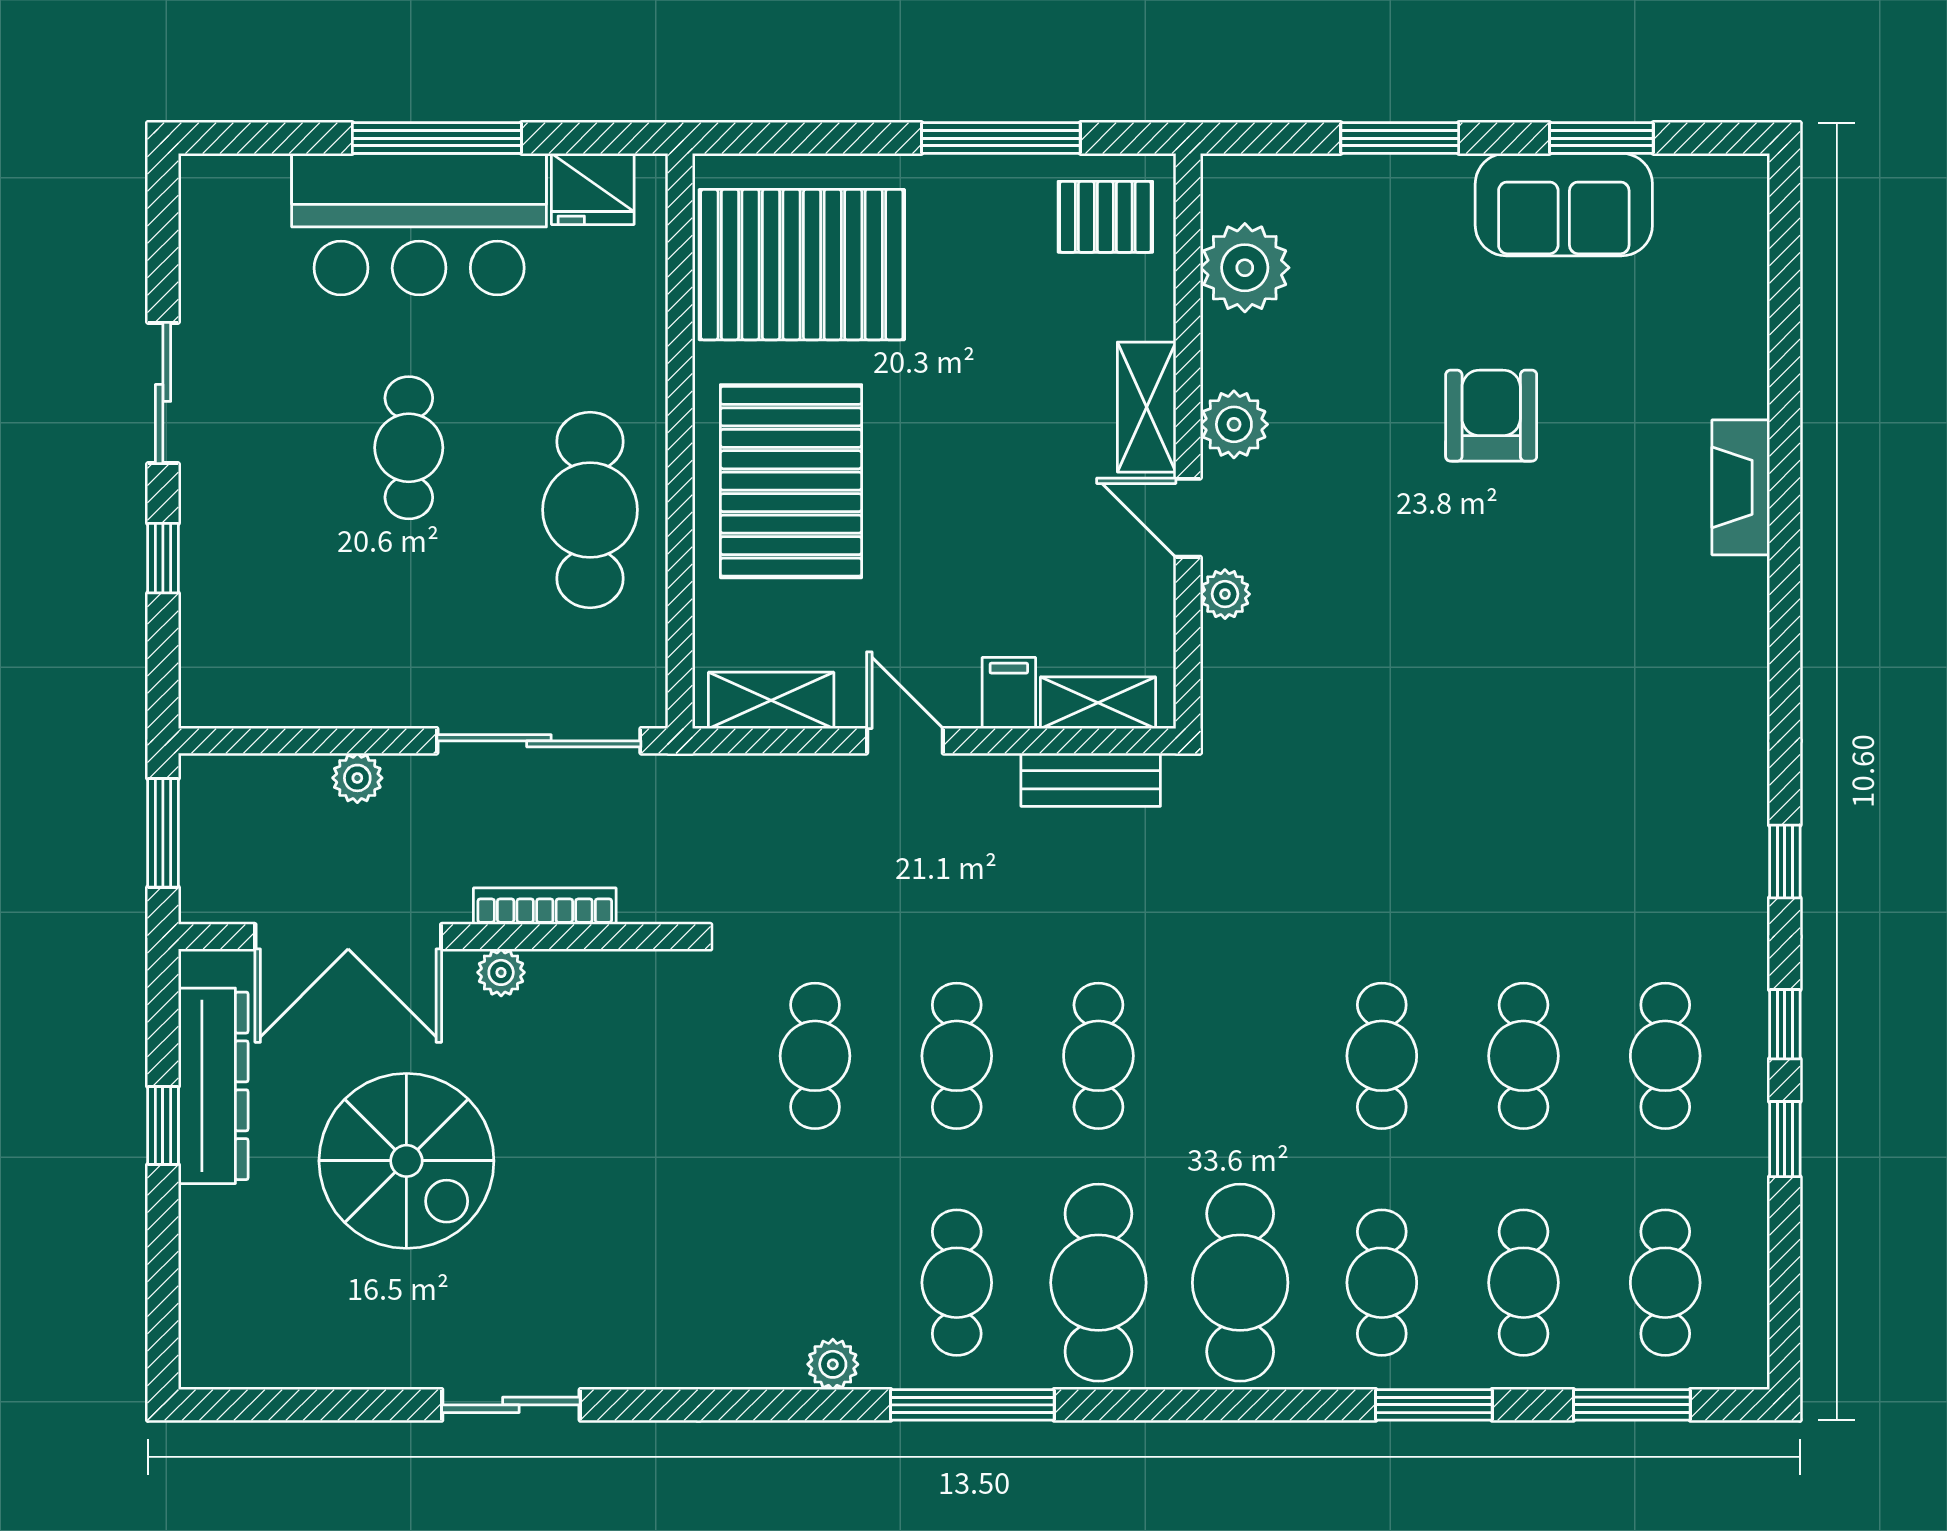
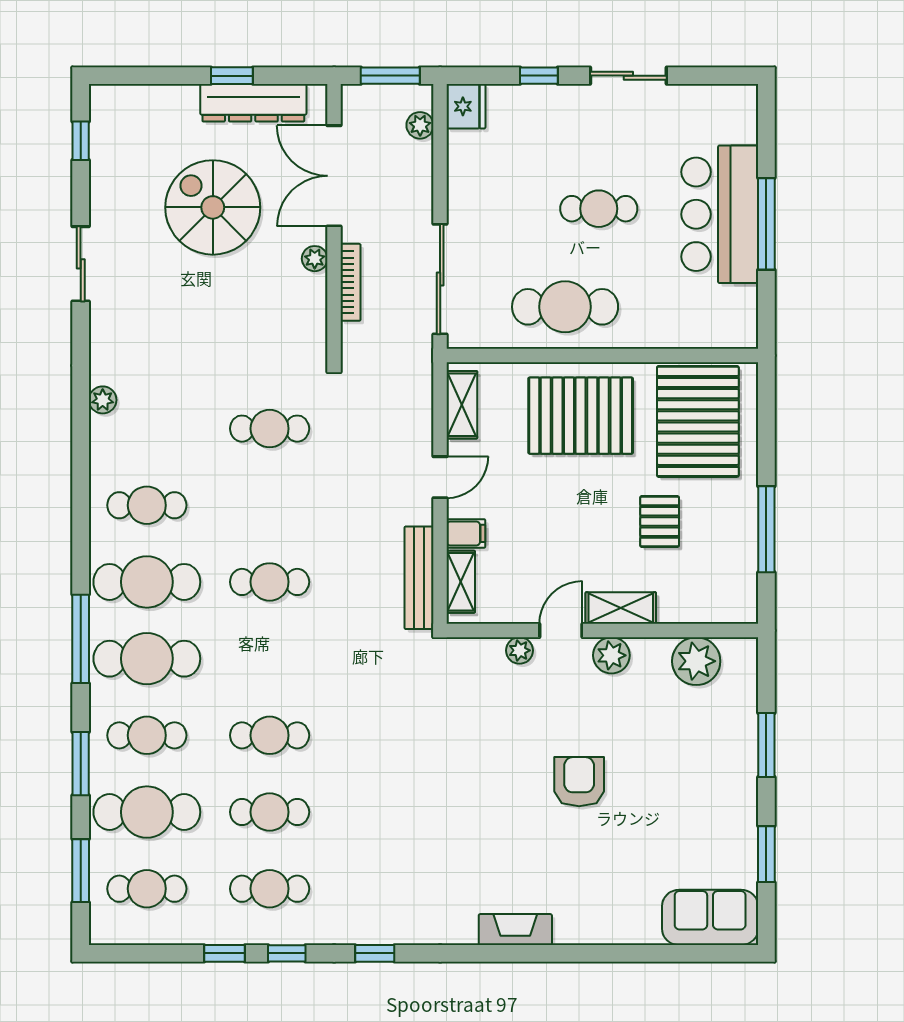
fridge: (593, 189) -> (466, 106), moved, turned 180
sofa: (1564, 205) -> (710, 917), moved, turned 90
pallet: (1105, 217) -> (660, 522), moved
armchair: (1491, 416) -> (579, 782), moved, turned -90
fireplace: (1741, 487) -> (515, 930), moved
plant: (357, 778) -> (420, 125), moved
bench: (1091, 780) -> (419, 578), width x1.36
cafe table: (957, 1056) -> (270, 505), removed
spiral stairs: (406, 1161) -> (213, 207), turned 90
cafe table: (1524, 1283) -> (147, 812), width x1.37, depth x1.35
plant: (833, 1364) -> (103, 400), moved
window: (283, 1405) -> (81, 141), added
window: (972, 1405) -> (81, 639), moved

